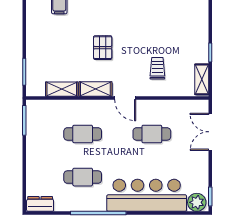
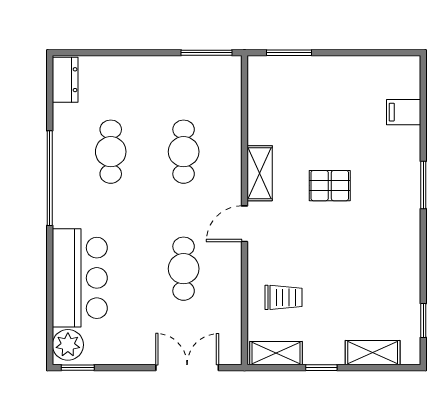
trolley: (157, 68) -> (283, 297), moved
shelving: (62, 89) -> (373, 353), moved, turned 90
bar counter: (147, 195) -> (80, 278), width x0.73

